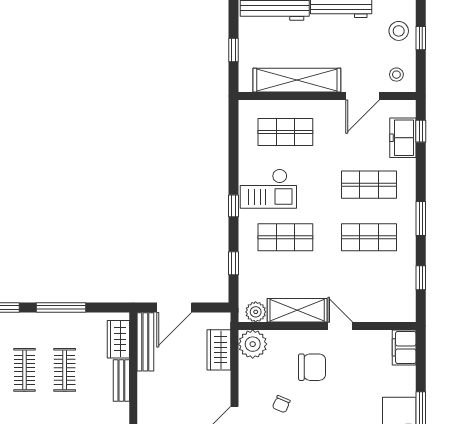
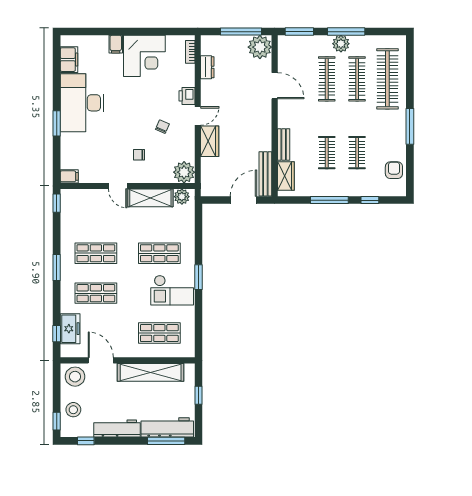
window: (421, 38) -> (57, 421), moved
stool: (396, 75) -> (75, 377), width x1.89, depth x1.89
door: (363, 96) -> (101, 360), hinge flipped
checkout: (268, 189) -> (172, 290), turned 180
window: (234, 206) -> (199, 277), width x1.50
window: (234, 263) -> (199, 234), removed
window: (421, 278) -> (57, 203), moved
filing cabinet: (404, 347) -> (69, 176), width x0.50
wardrobe: (219, 350) -> (210, 141), moved
chair: (312, 367) -> (139, 155), width x0.54, depth x0.54

